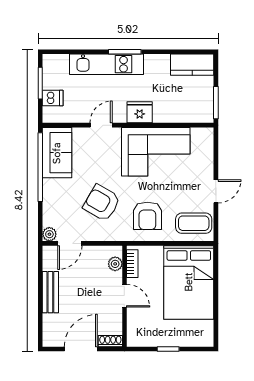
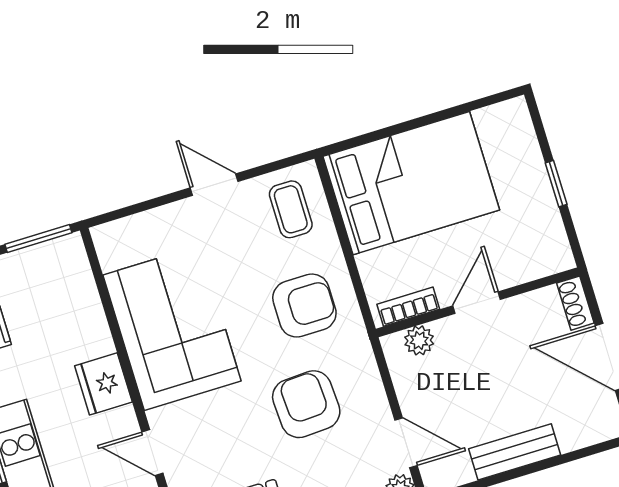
armchair: (102, 203) -> (306, 404), turned 147
coffee table: (194, 223) -> (291, 209), width x0.73, depth x0.77

